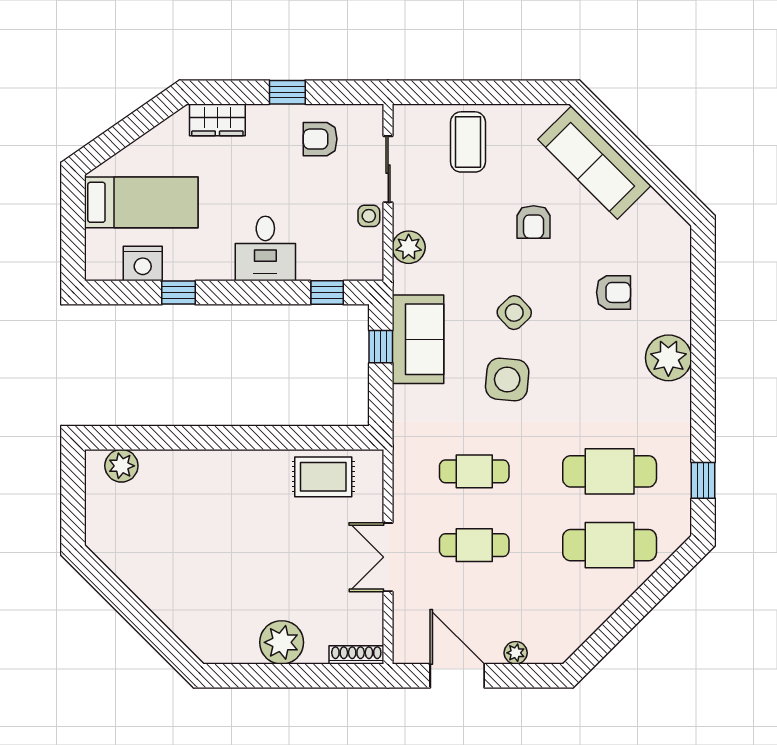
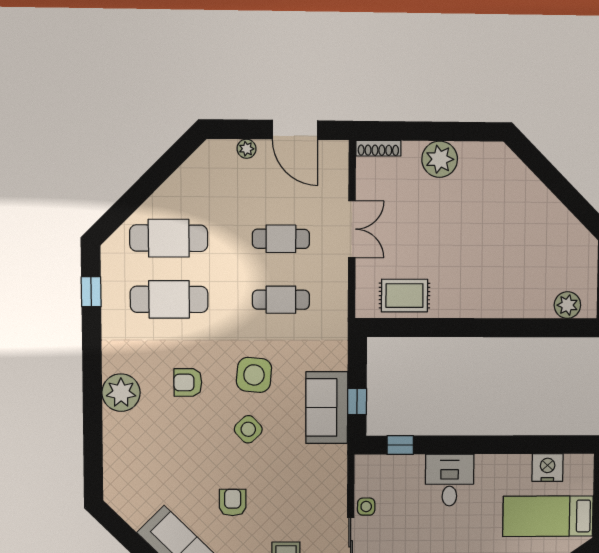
plant: (409, 247) -> (334, 482), removed
armchair: (613, 292) -> (188, 382), moved
window: (178, 293) -> (519, 445), removed

